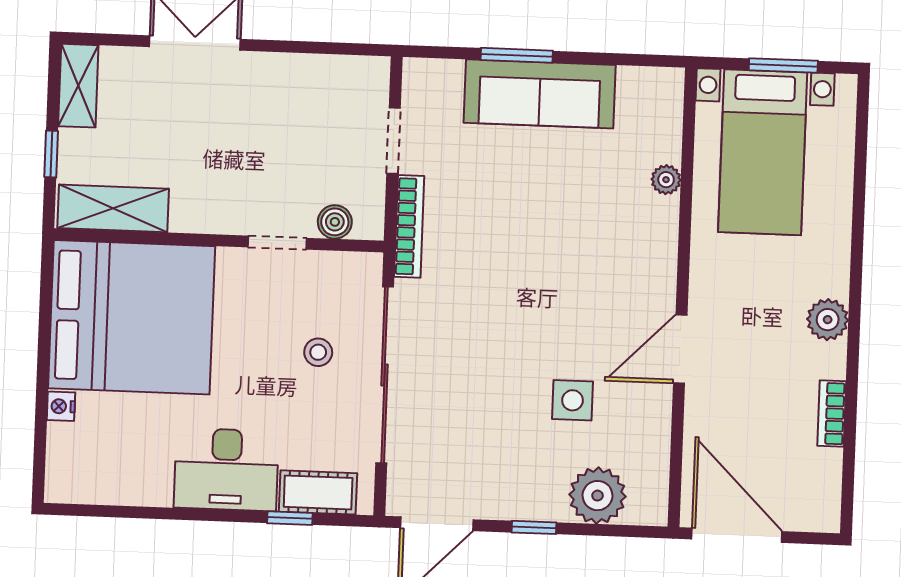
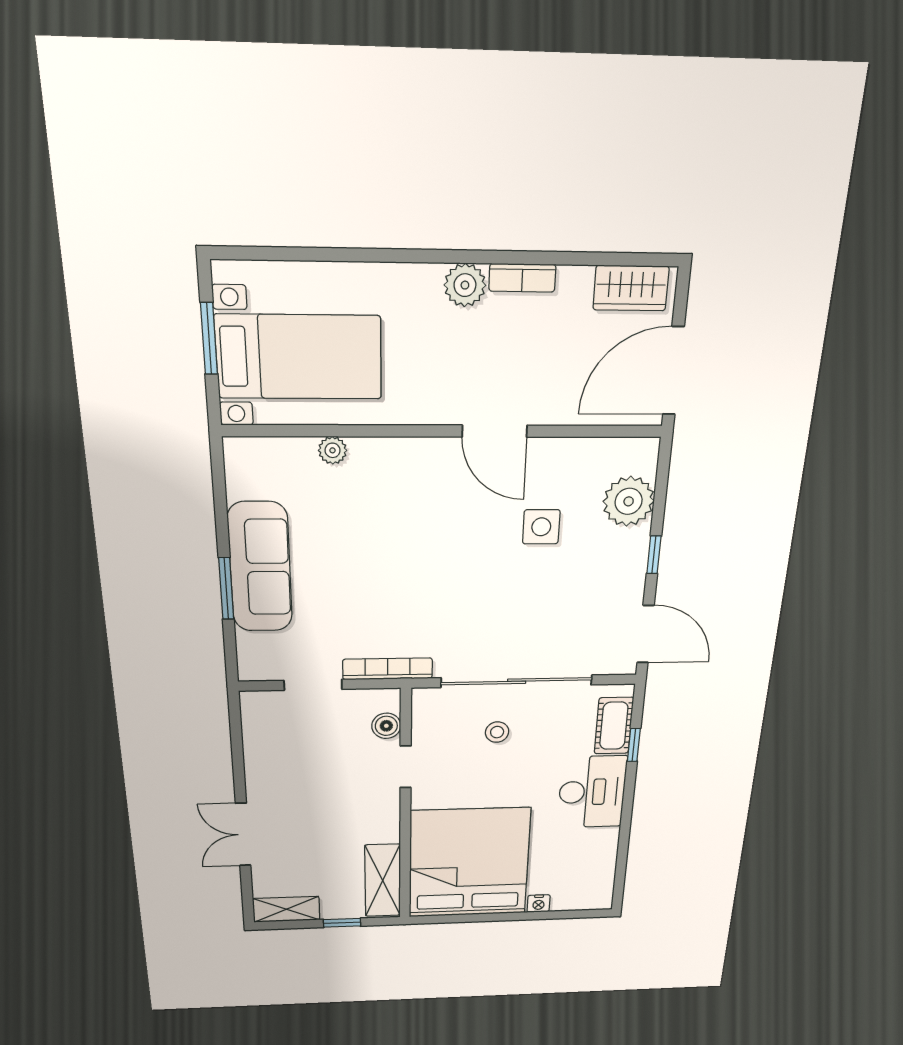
bookcase: (832, 413) -> (522, 278), moved
wardrobe: (820, 486) -> (631, 288), added

